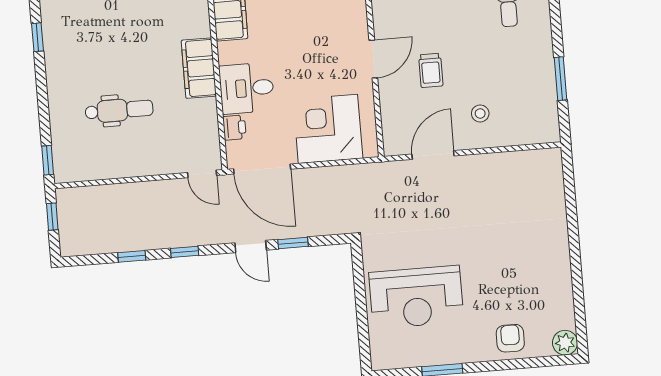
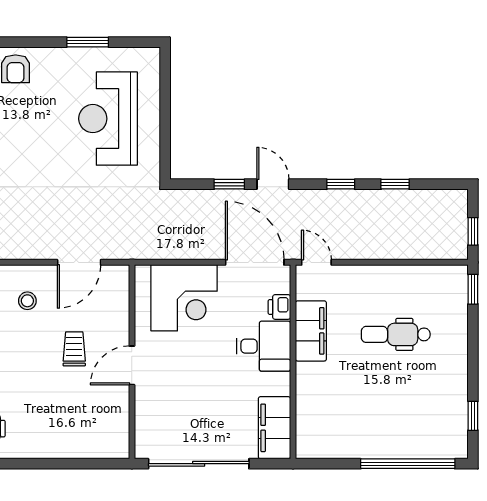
filing cabinet: (199, 68) -> (311, 331), moved
reception desk: (416, 297) -> (108, 119), turned -90

